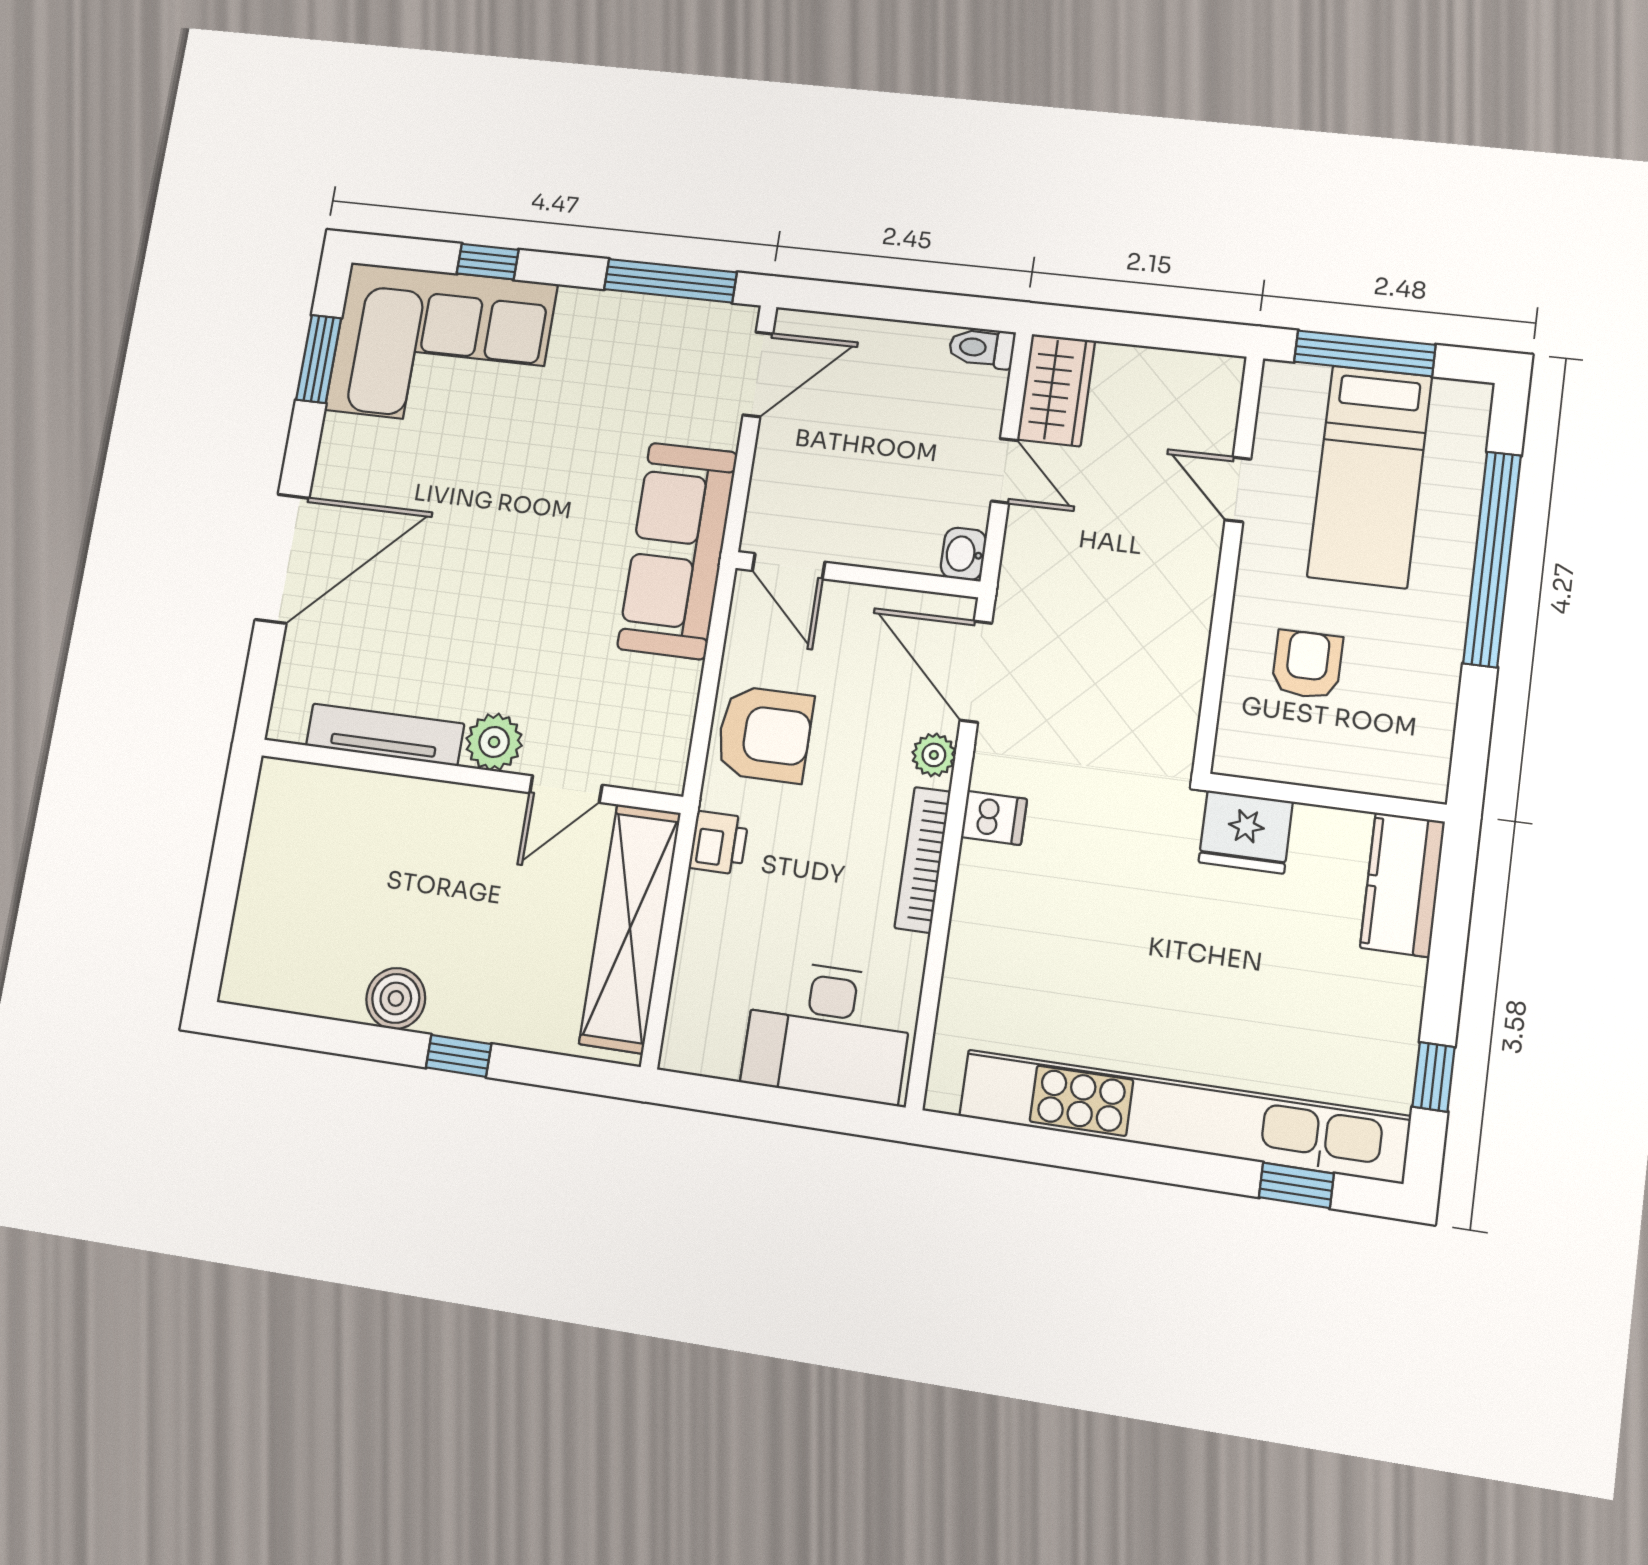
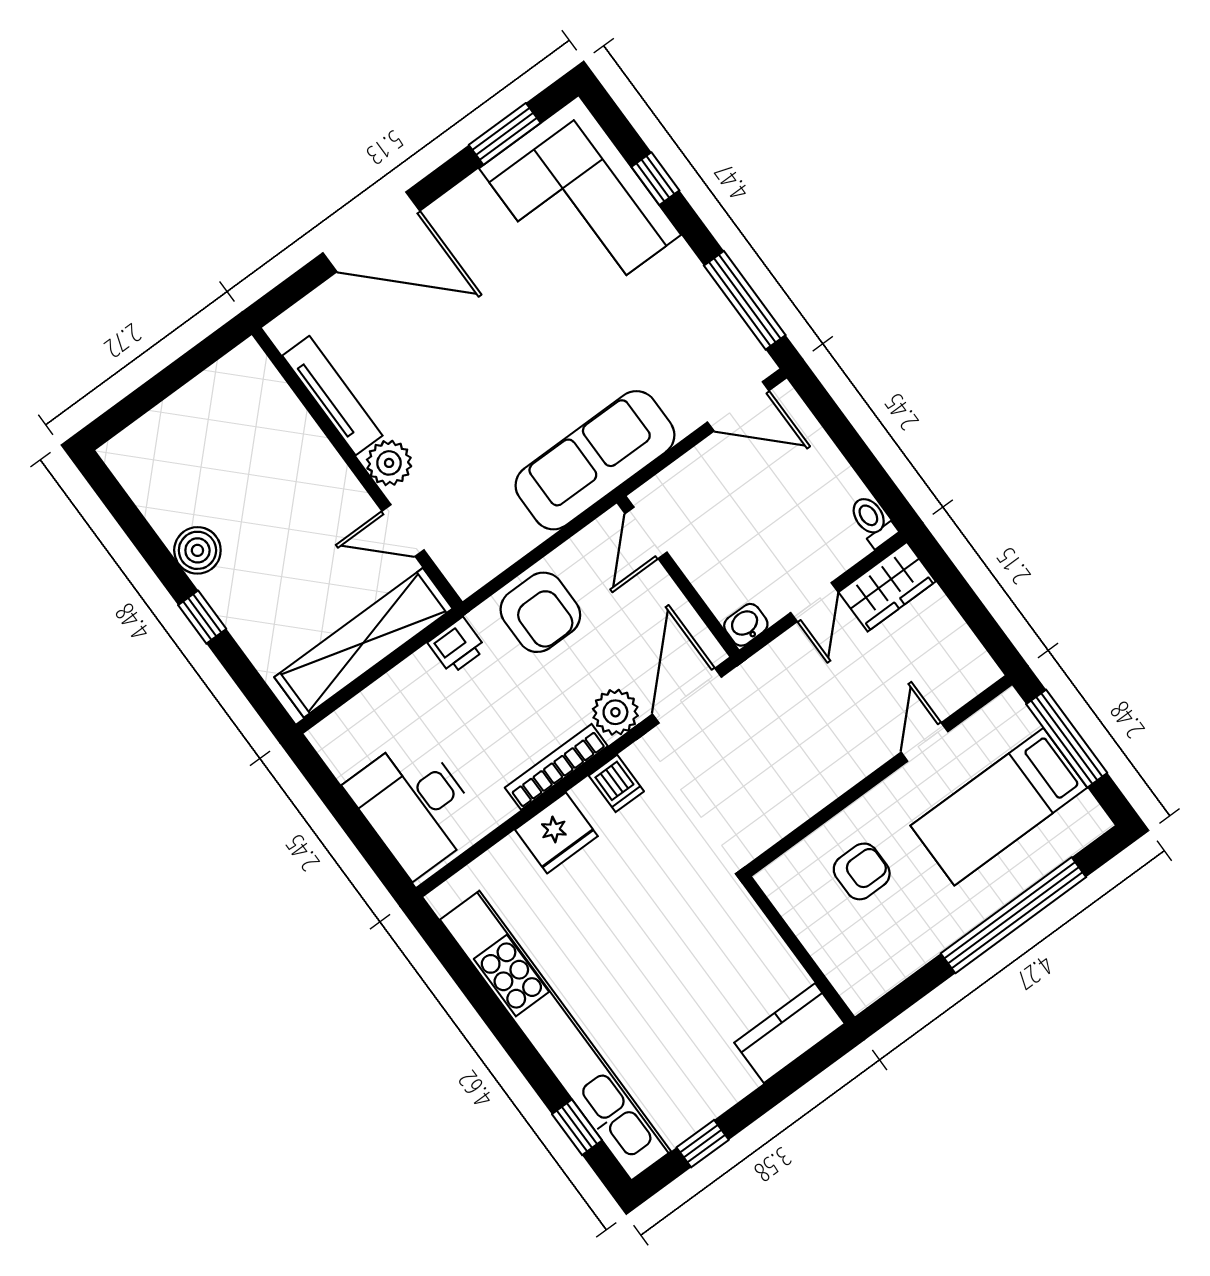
plant: (934, 755) -> (615, 712), width x1.38, depth x1.38
fridge: (1246, 832) -> (556, 833), moved, turned -90

